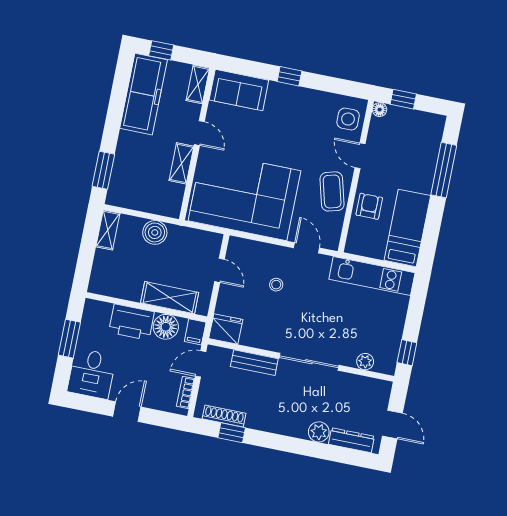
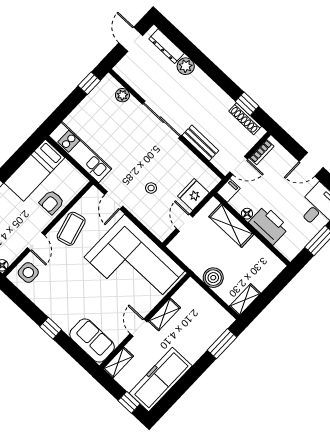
floor lamp: (166, 327) -> (247, 214), width x0.53, depth x0.53
fridge: (226, 329) -> (193, 195), moved, turned 90

